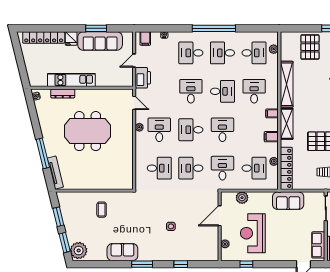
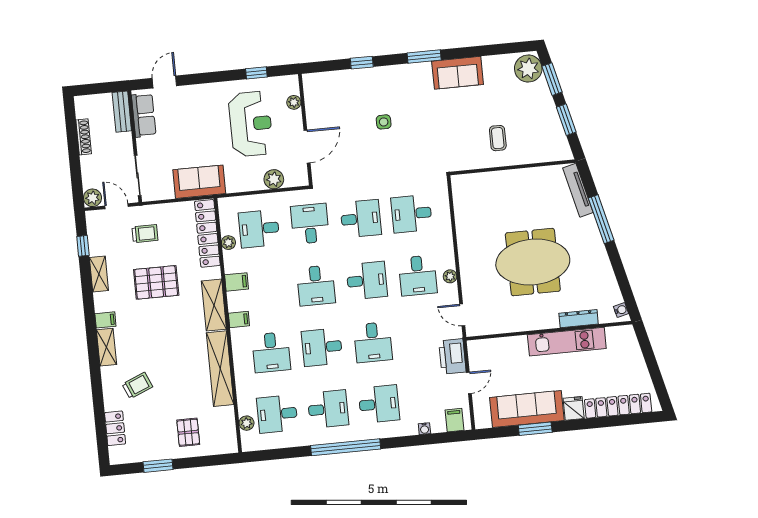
pallet: (310, 47) -> (188, 432), width x0.67, depth x0.71
desk: (222, 168) -> (310, 224), turned 180

